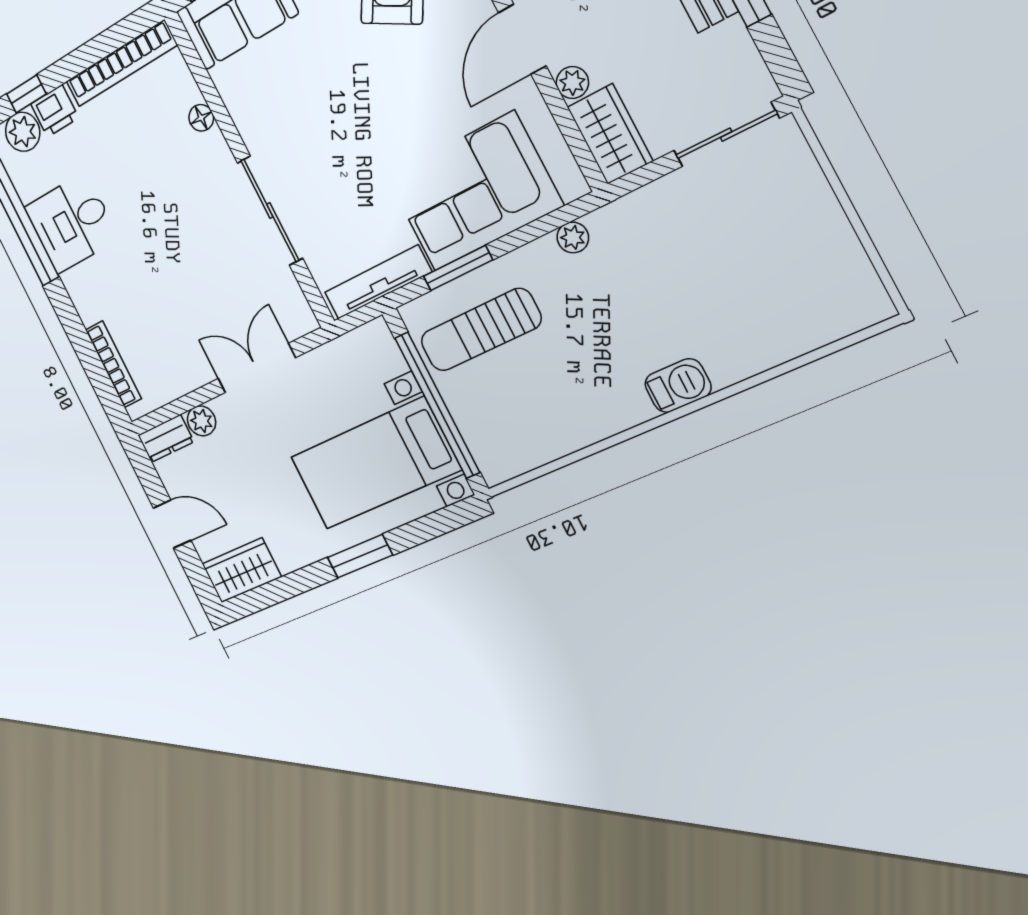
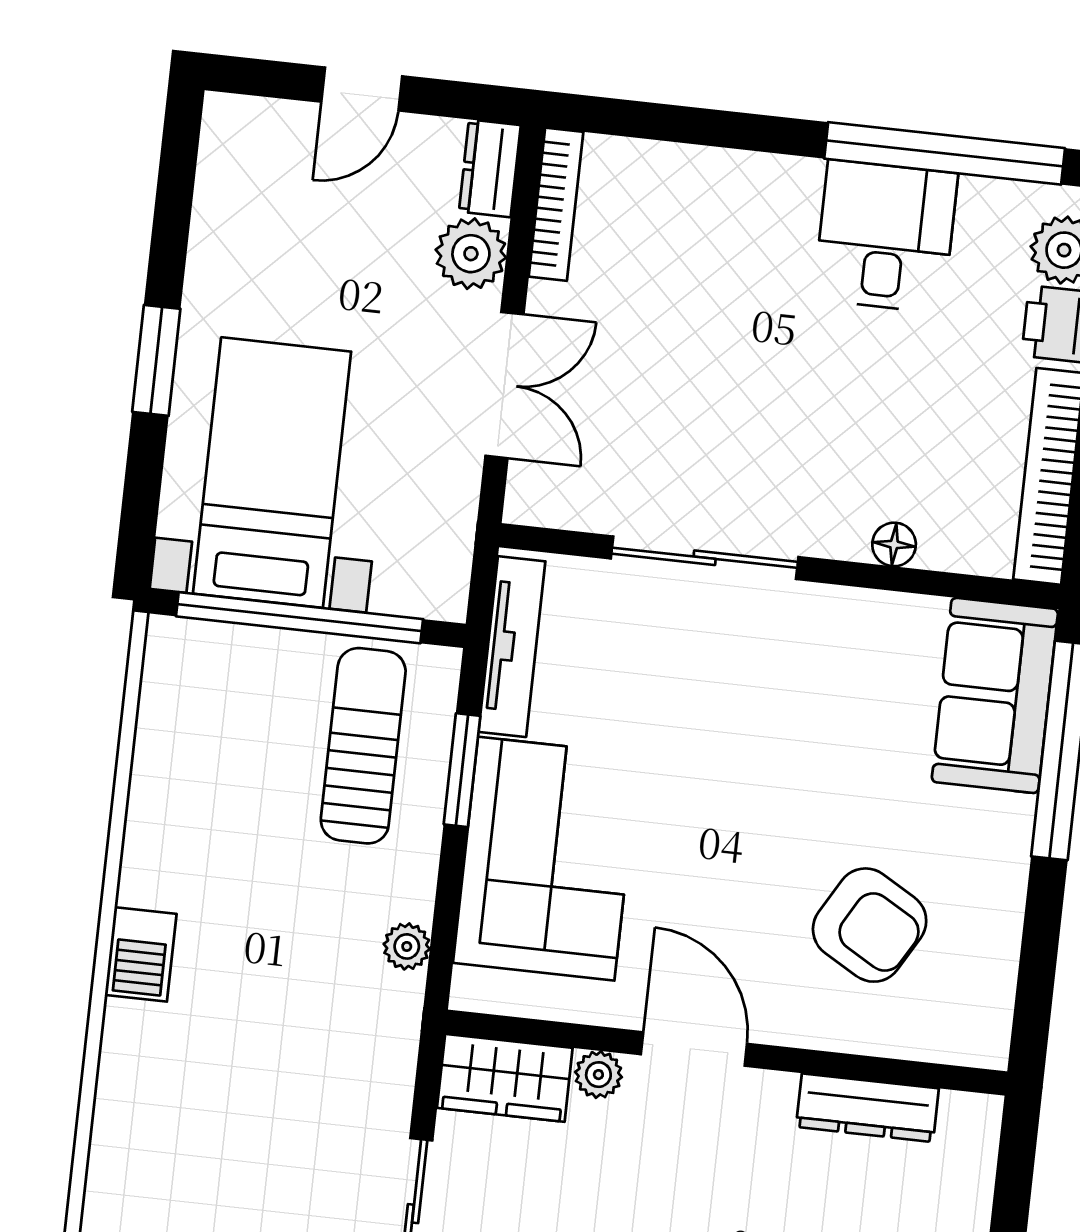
bookcase: (113, 364) -> (556, 204), moved, turned -90
plant: (202, 421) -> (471, 254), width x1.38, depth x1.38
wardrobe: (242, 570) -> (234, 157), removed

